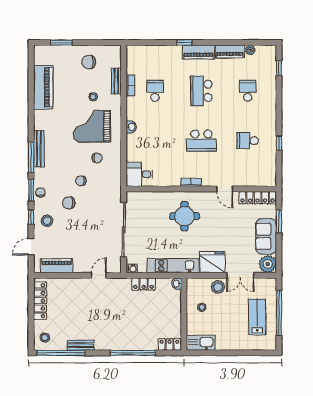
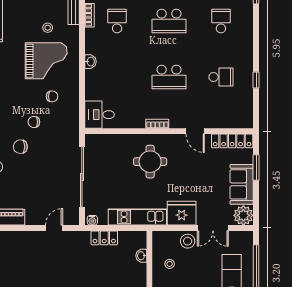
school desk: (201, 91) -> (169, 21), turned -90
grand piano: (92, 126) -> (46, 61), turned 180
school desk: (248, 141) -> (221, 77), turned 180
washbasin: (177, 284) -> (141, 256), moved

